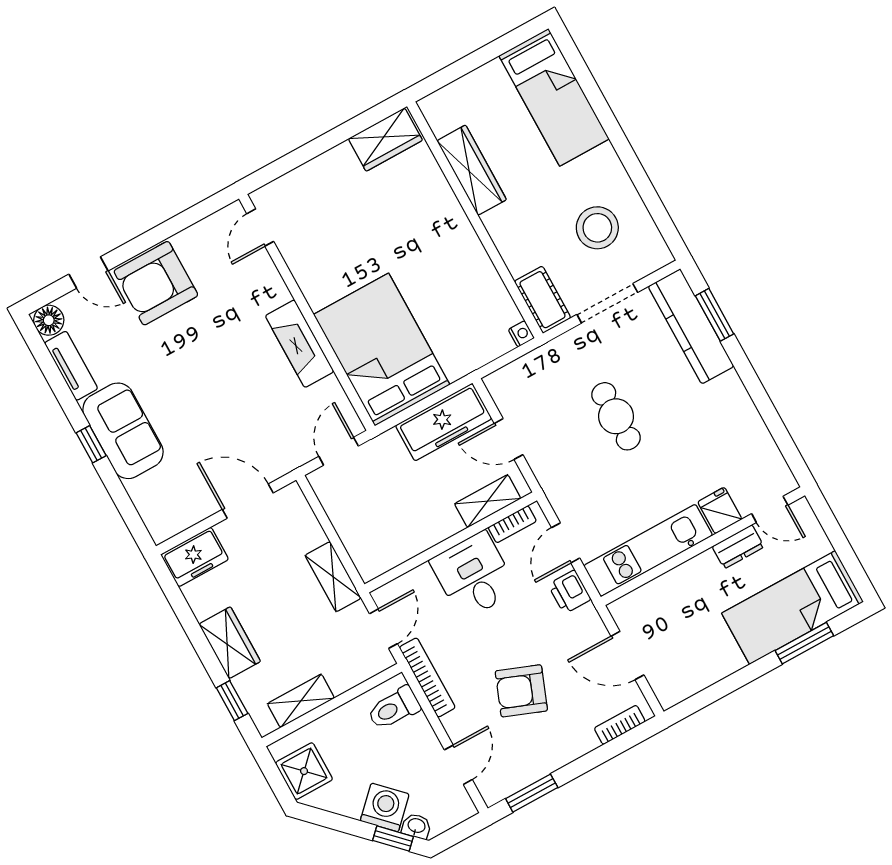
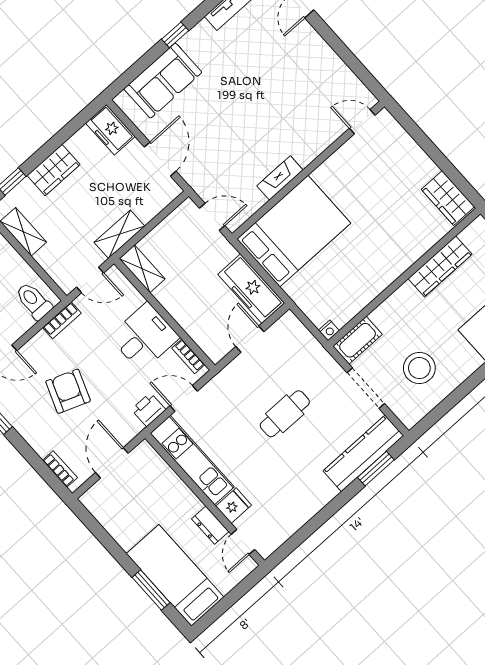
armchair: (156, 283) -> (304, 55), removed
fireplace: (300, 344) -> (280, 178), width x0.73, depth x0.76
sofa: (123, 431) -> (163, 81), moved
shelving: (488, 501) -> (142, 269), moved
bookcase: (427, 677) -> (62, 320), width x0.64

